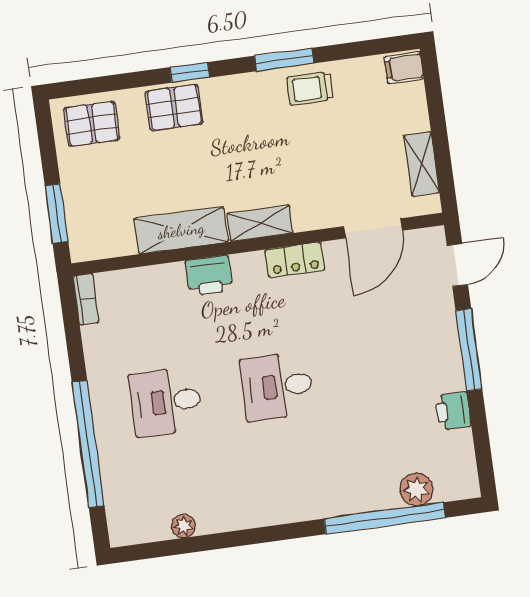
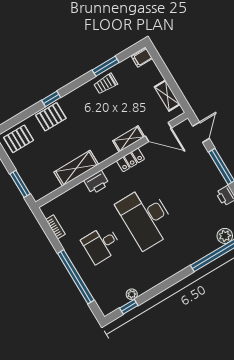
window: (284, 59) -> (106, 66), moved
shelving: (260, 223) -> (129, 139), moved
door: (373, 228) -> (158, 132), hinge flipped
bookcase: (86, 299) -> (55, 227), moved
desk: (277, 386) -> (146, 217), width x1.87, depth x1.30
window: (167, 548) -> (129, 307), added

